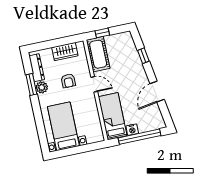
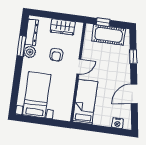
cot: (98, 54) -> (109, 35), moved, turned 90
door: (94, 84) -> (79, 67), hinge flipped
nightstand: (132, 130) -> (117, 123), moved
window: (139, 137) -> (103, 129), removed

